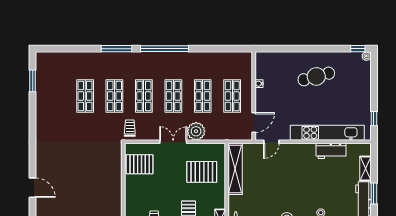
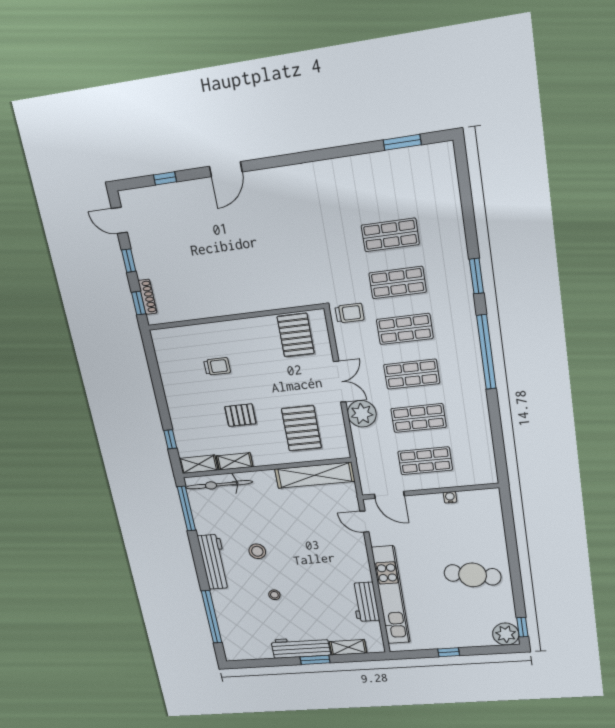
window: (117, 49) -> (476, 276), width x0.69
plant: (366, 56) -> (506, 634), width x1.88, depth x1.88
cafe table: (316, 76) -> (473, 575), turned -64
window: (374, 119) -> (449, 652), moved

